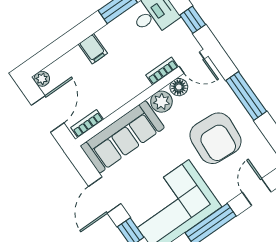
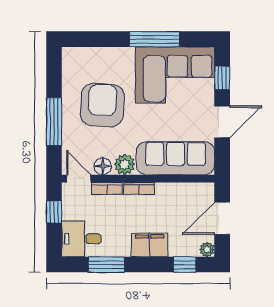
filing cabinet: (93, 49) -> (150, 245), width x2.00
window: (52, 53) -> (185, 265), added
bookcase: (87, 124) -> (139, 189), moved
door: (257, 192) -> (99, 39), removed

